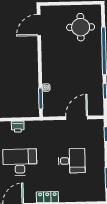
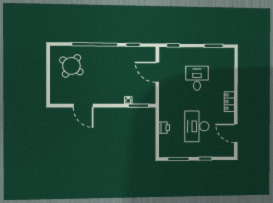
door: (39, 25) -> (83, 106), moved
round table: (81, 27) -> (71, 66), turned 35

